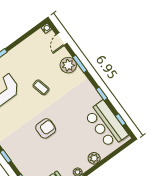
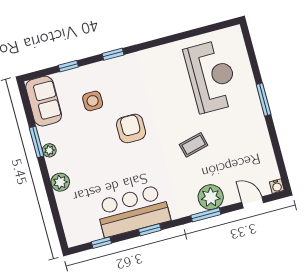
bar counter: (106, 124) -> (133, 211), moved
armchair: (46, 128) -> (131, 128), turned 180
side table: (38, 158) -> (93, 101), added

